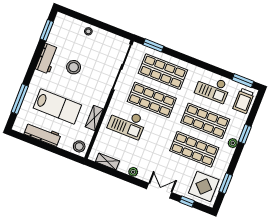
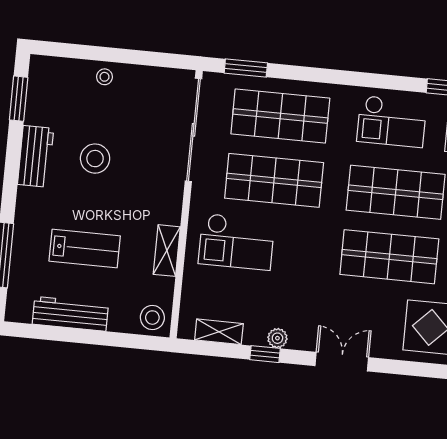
lab bench: (57, 107) -> (85, 248), width x0.73, depth x0.72
window: (187, 201) -> (265, 354), moved

